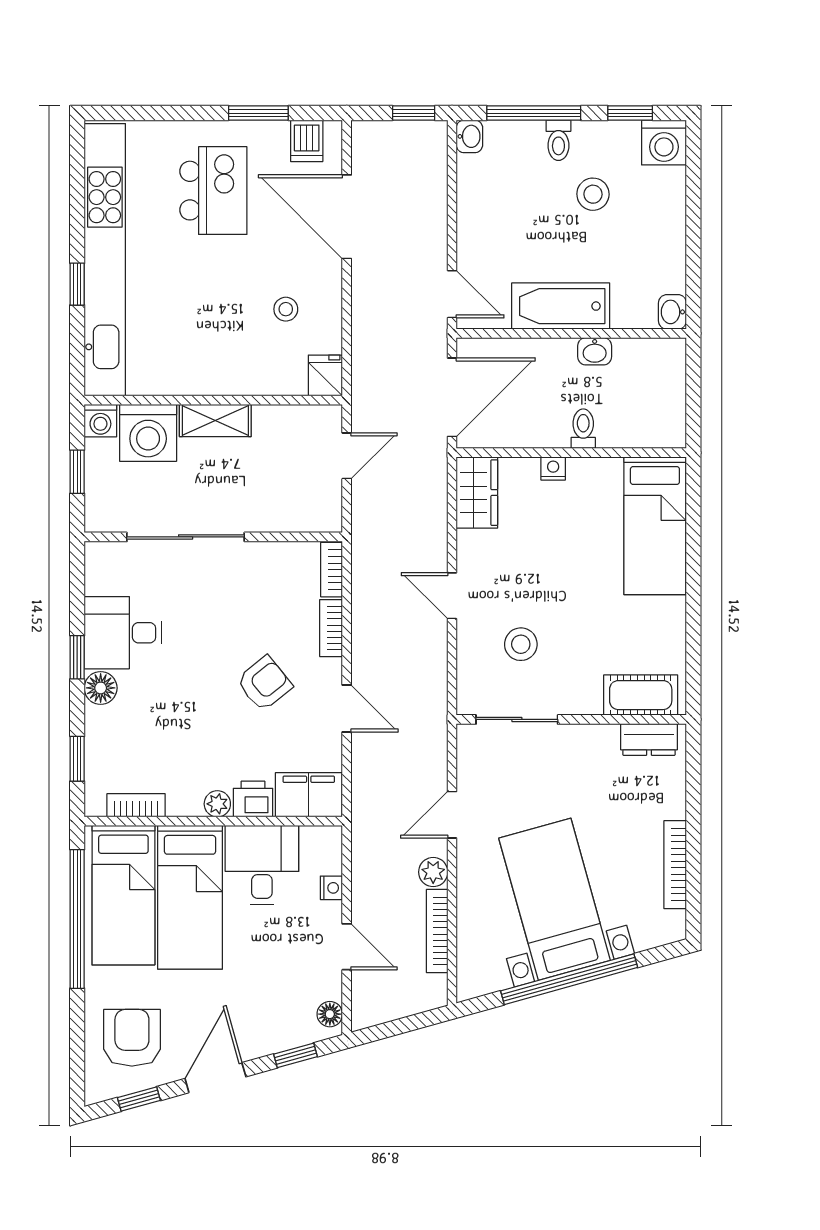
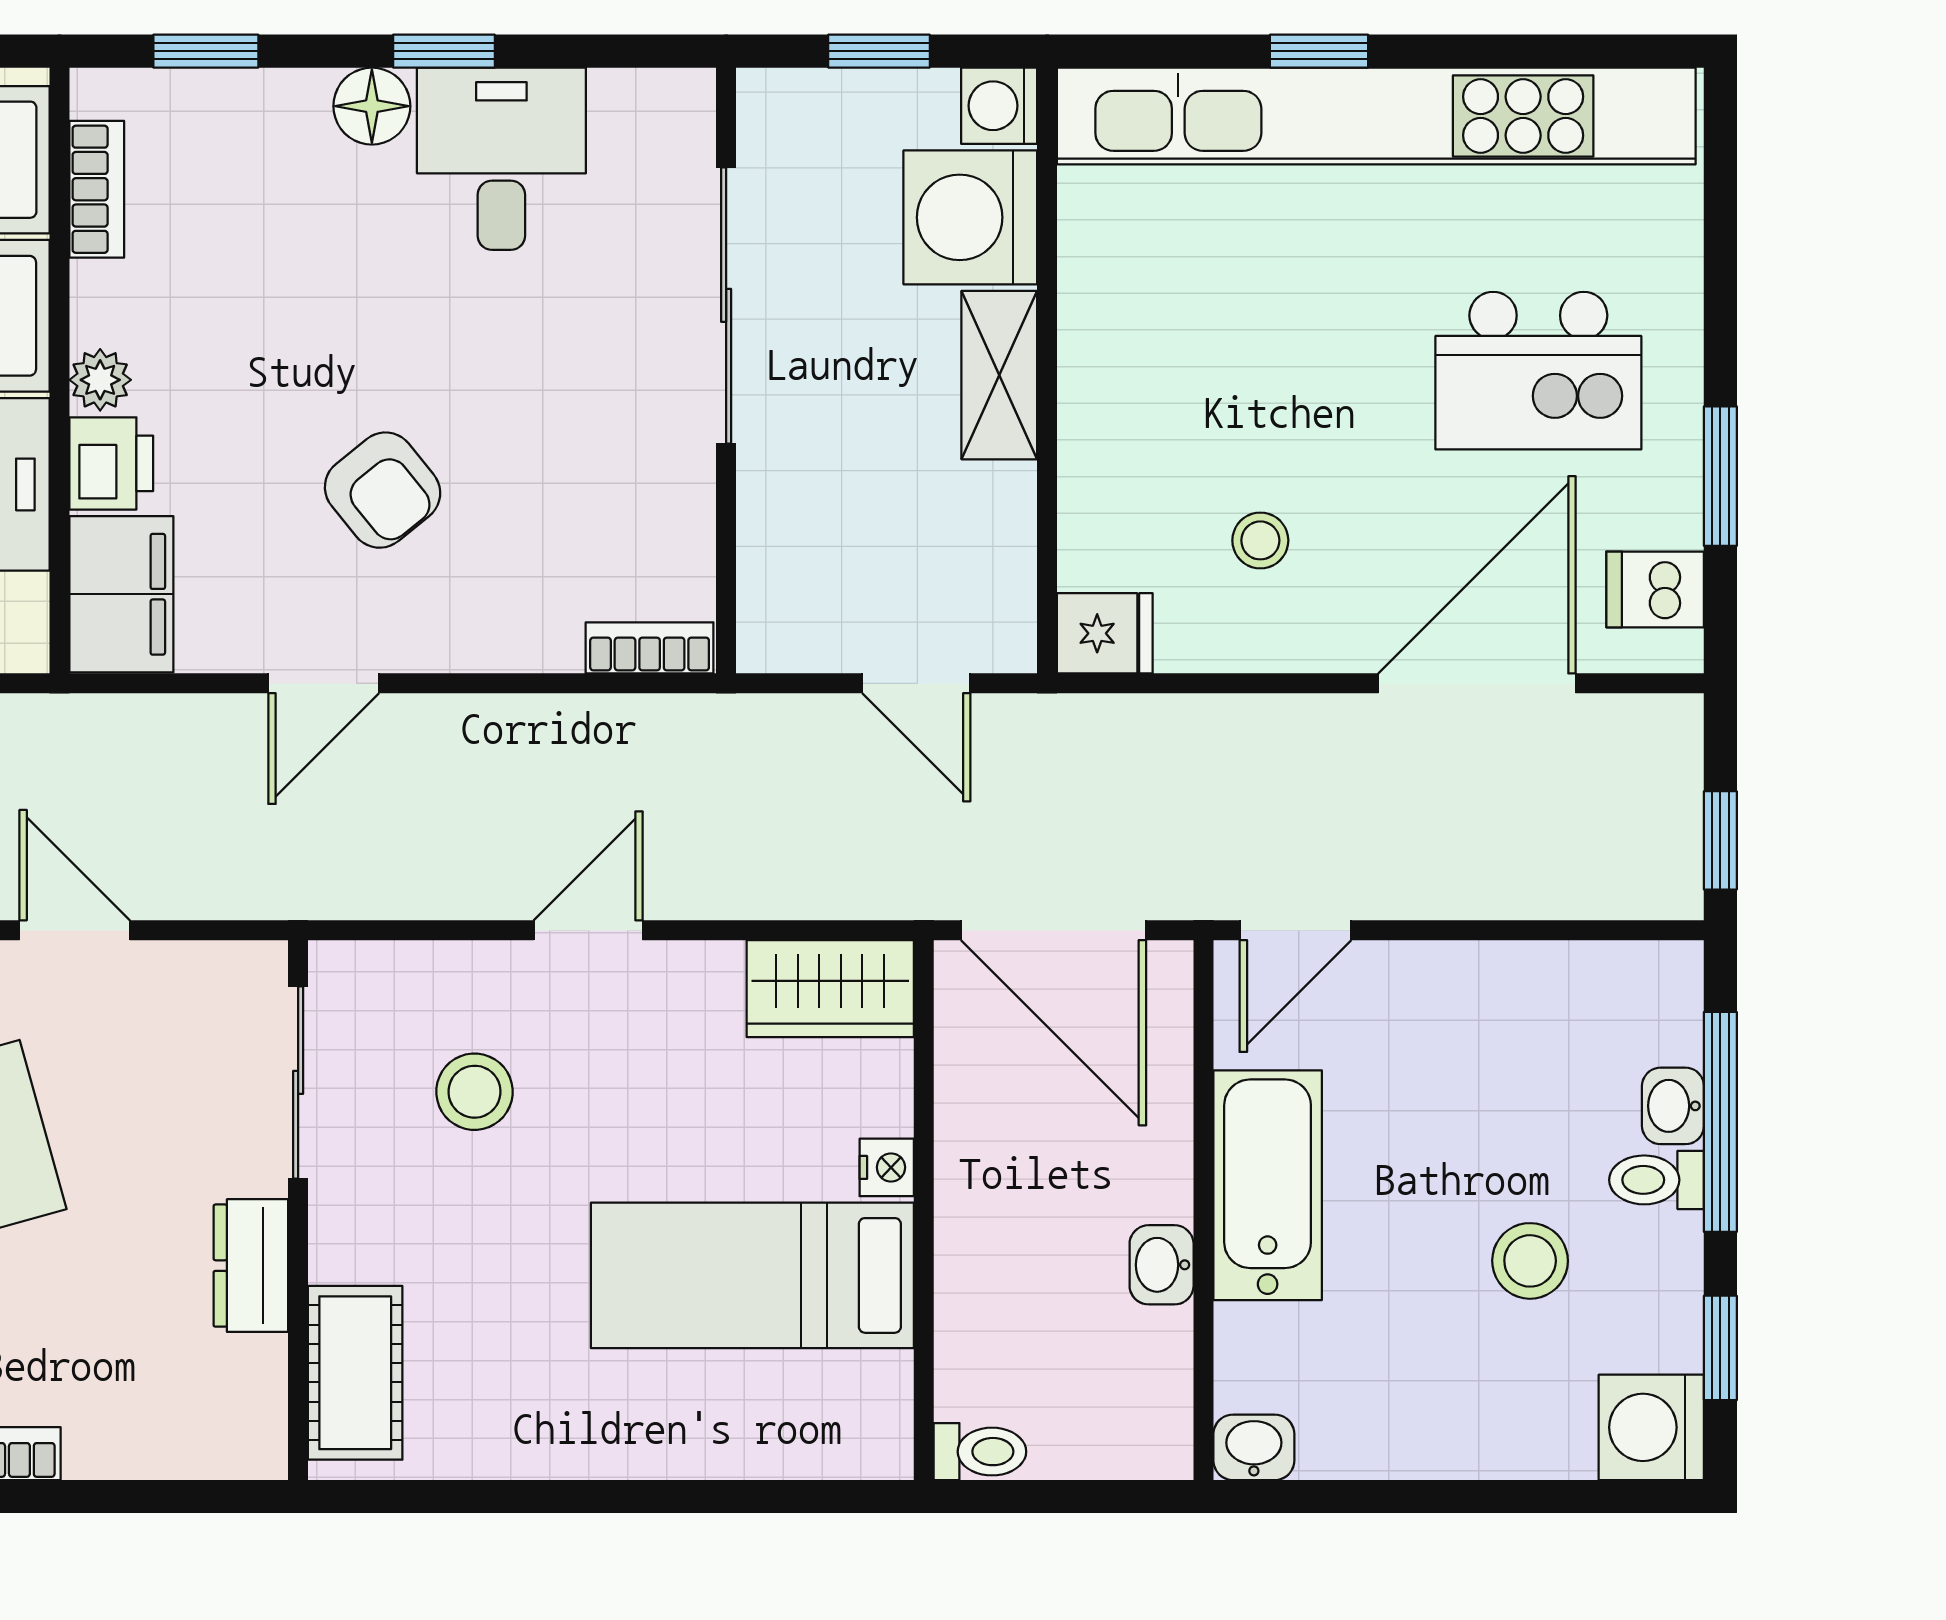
washbasin: (469, 136) -> (1673, 1106), moved, turned 90
toilet: (583, 429) -> (980, 1452), moved
bed: (655, 526) -> (752, 1275), moved
bookcase: (331, 628) -> (512, 647), removed
dresser: (649, 740) -> (251, 1266), moved

